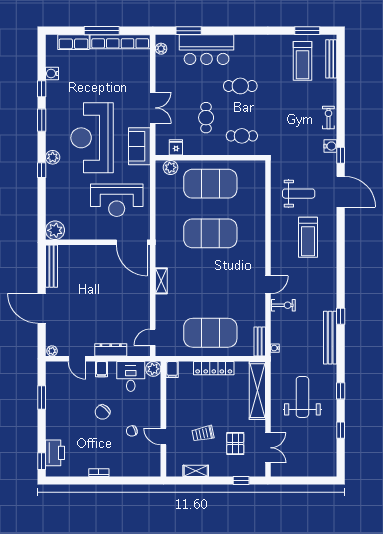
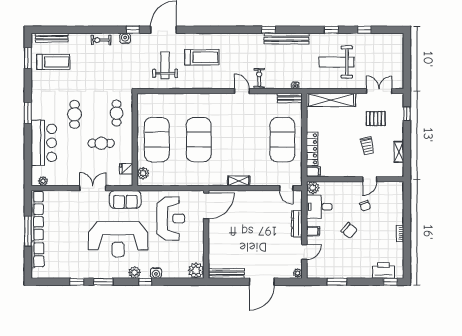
window: (189, 31) -> (28, 113), moved
water cooler: (52, 74) -> (156, 273), moved
locker: (214, 368) -> (312, 149), moved

